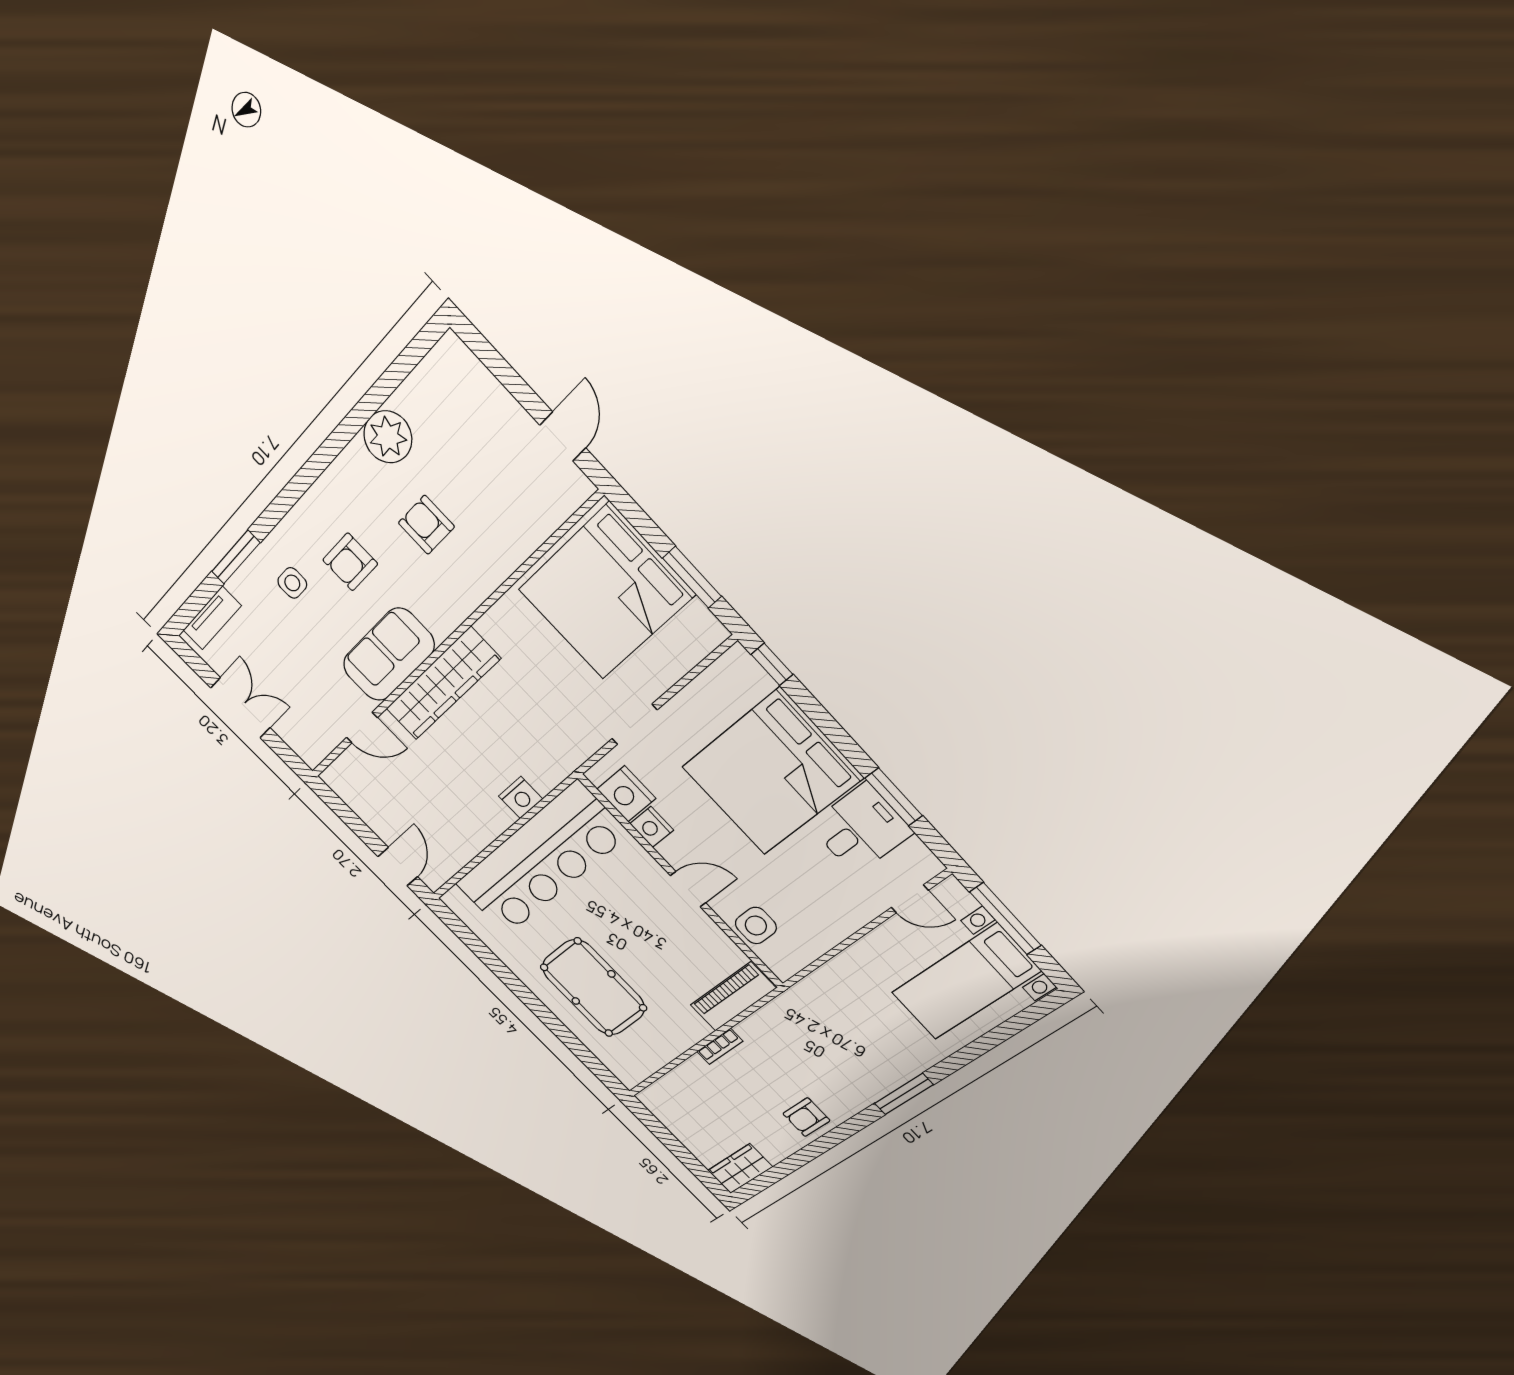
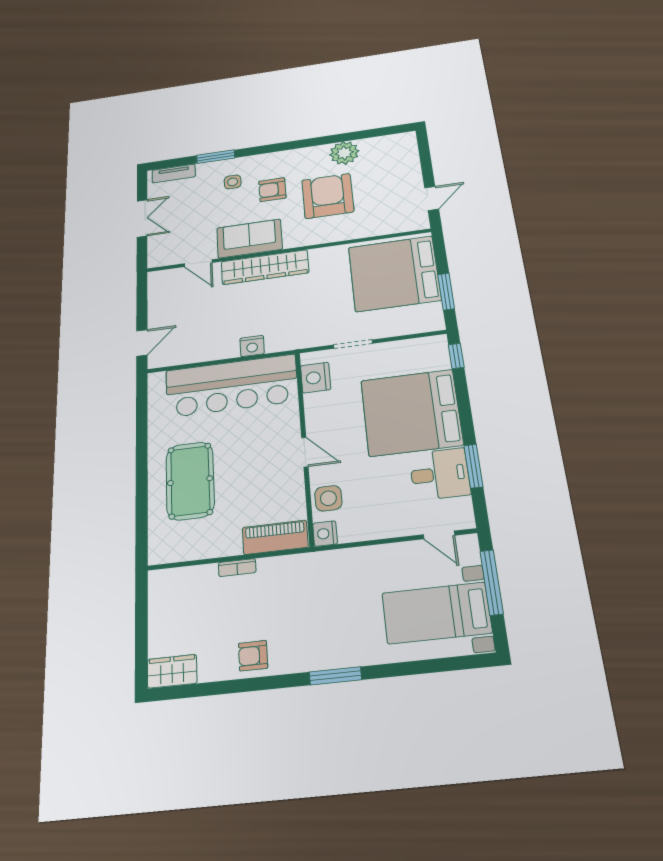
armchair: (426, 525) -> (328, 196), width x1.88, depth x1.88
nightstand: (652, 827) -> (325, 534), moved

